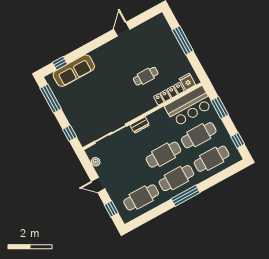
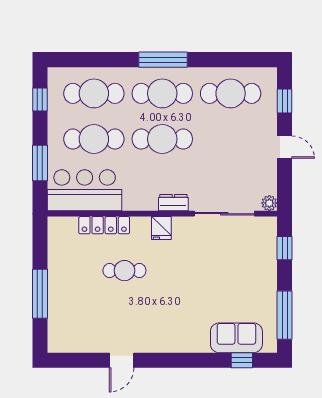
sofa: (74, 71) -> (236, 338), width x0.73
fridge: (187, 82) -> (161, 228), moved
plant: (96, 162) -> (269, 203), moved

